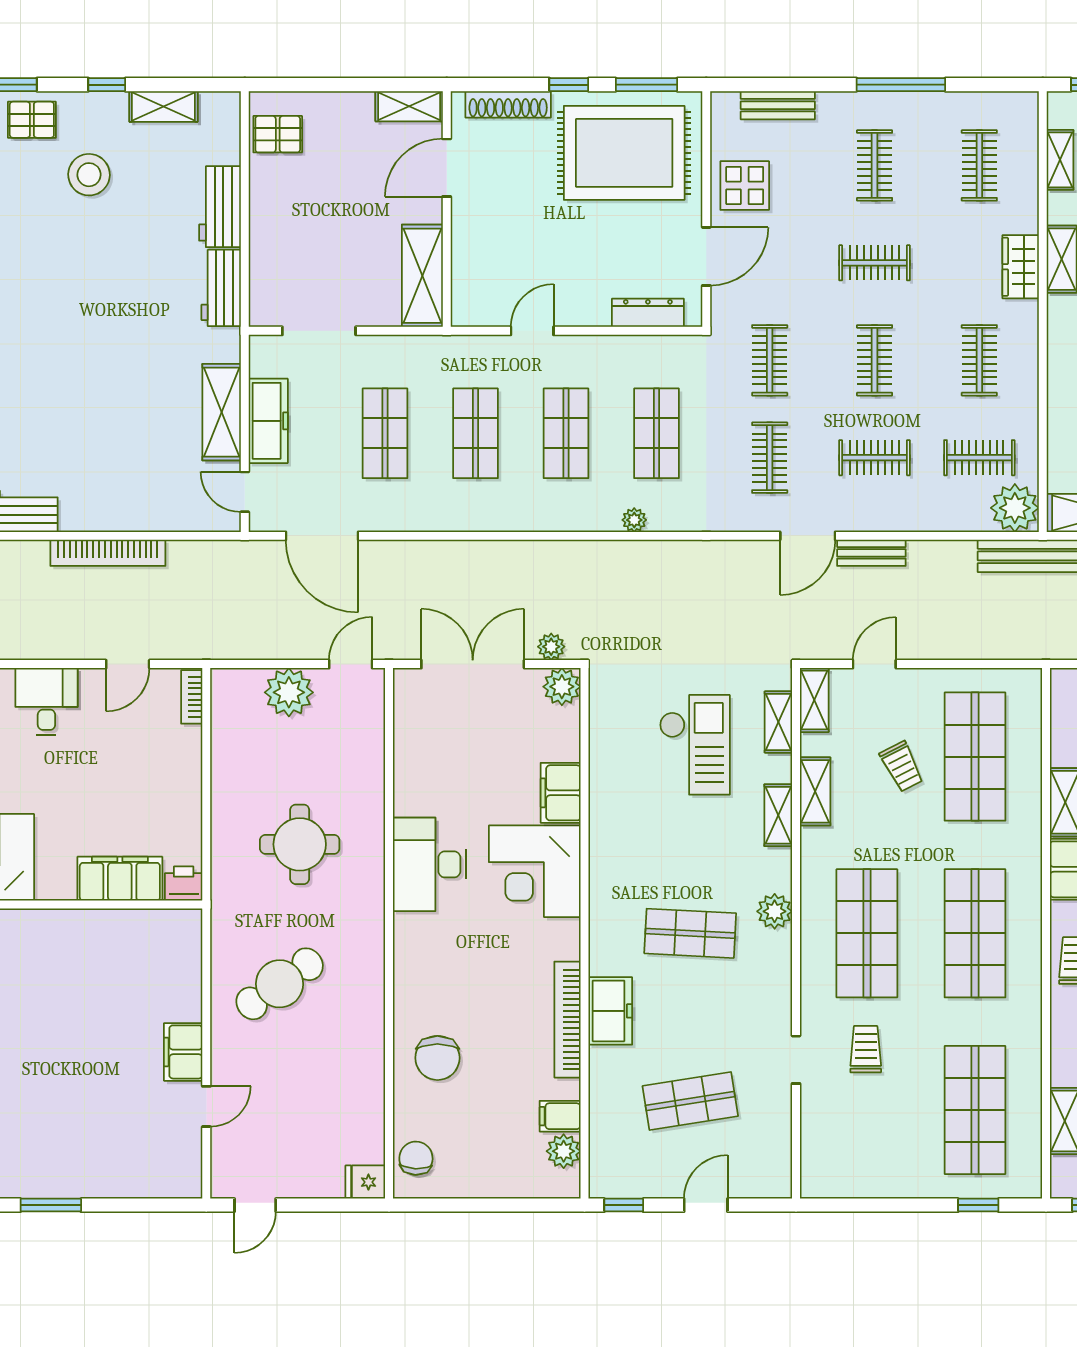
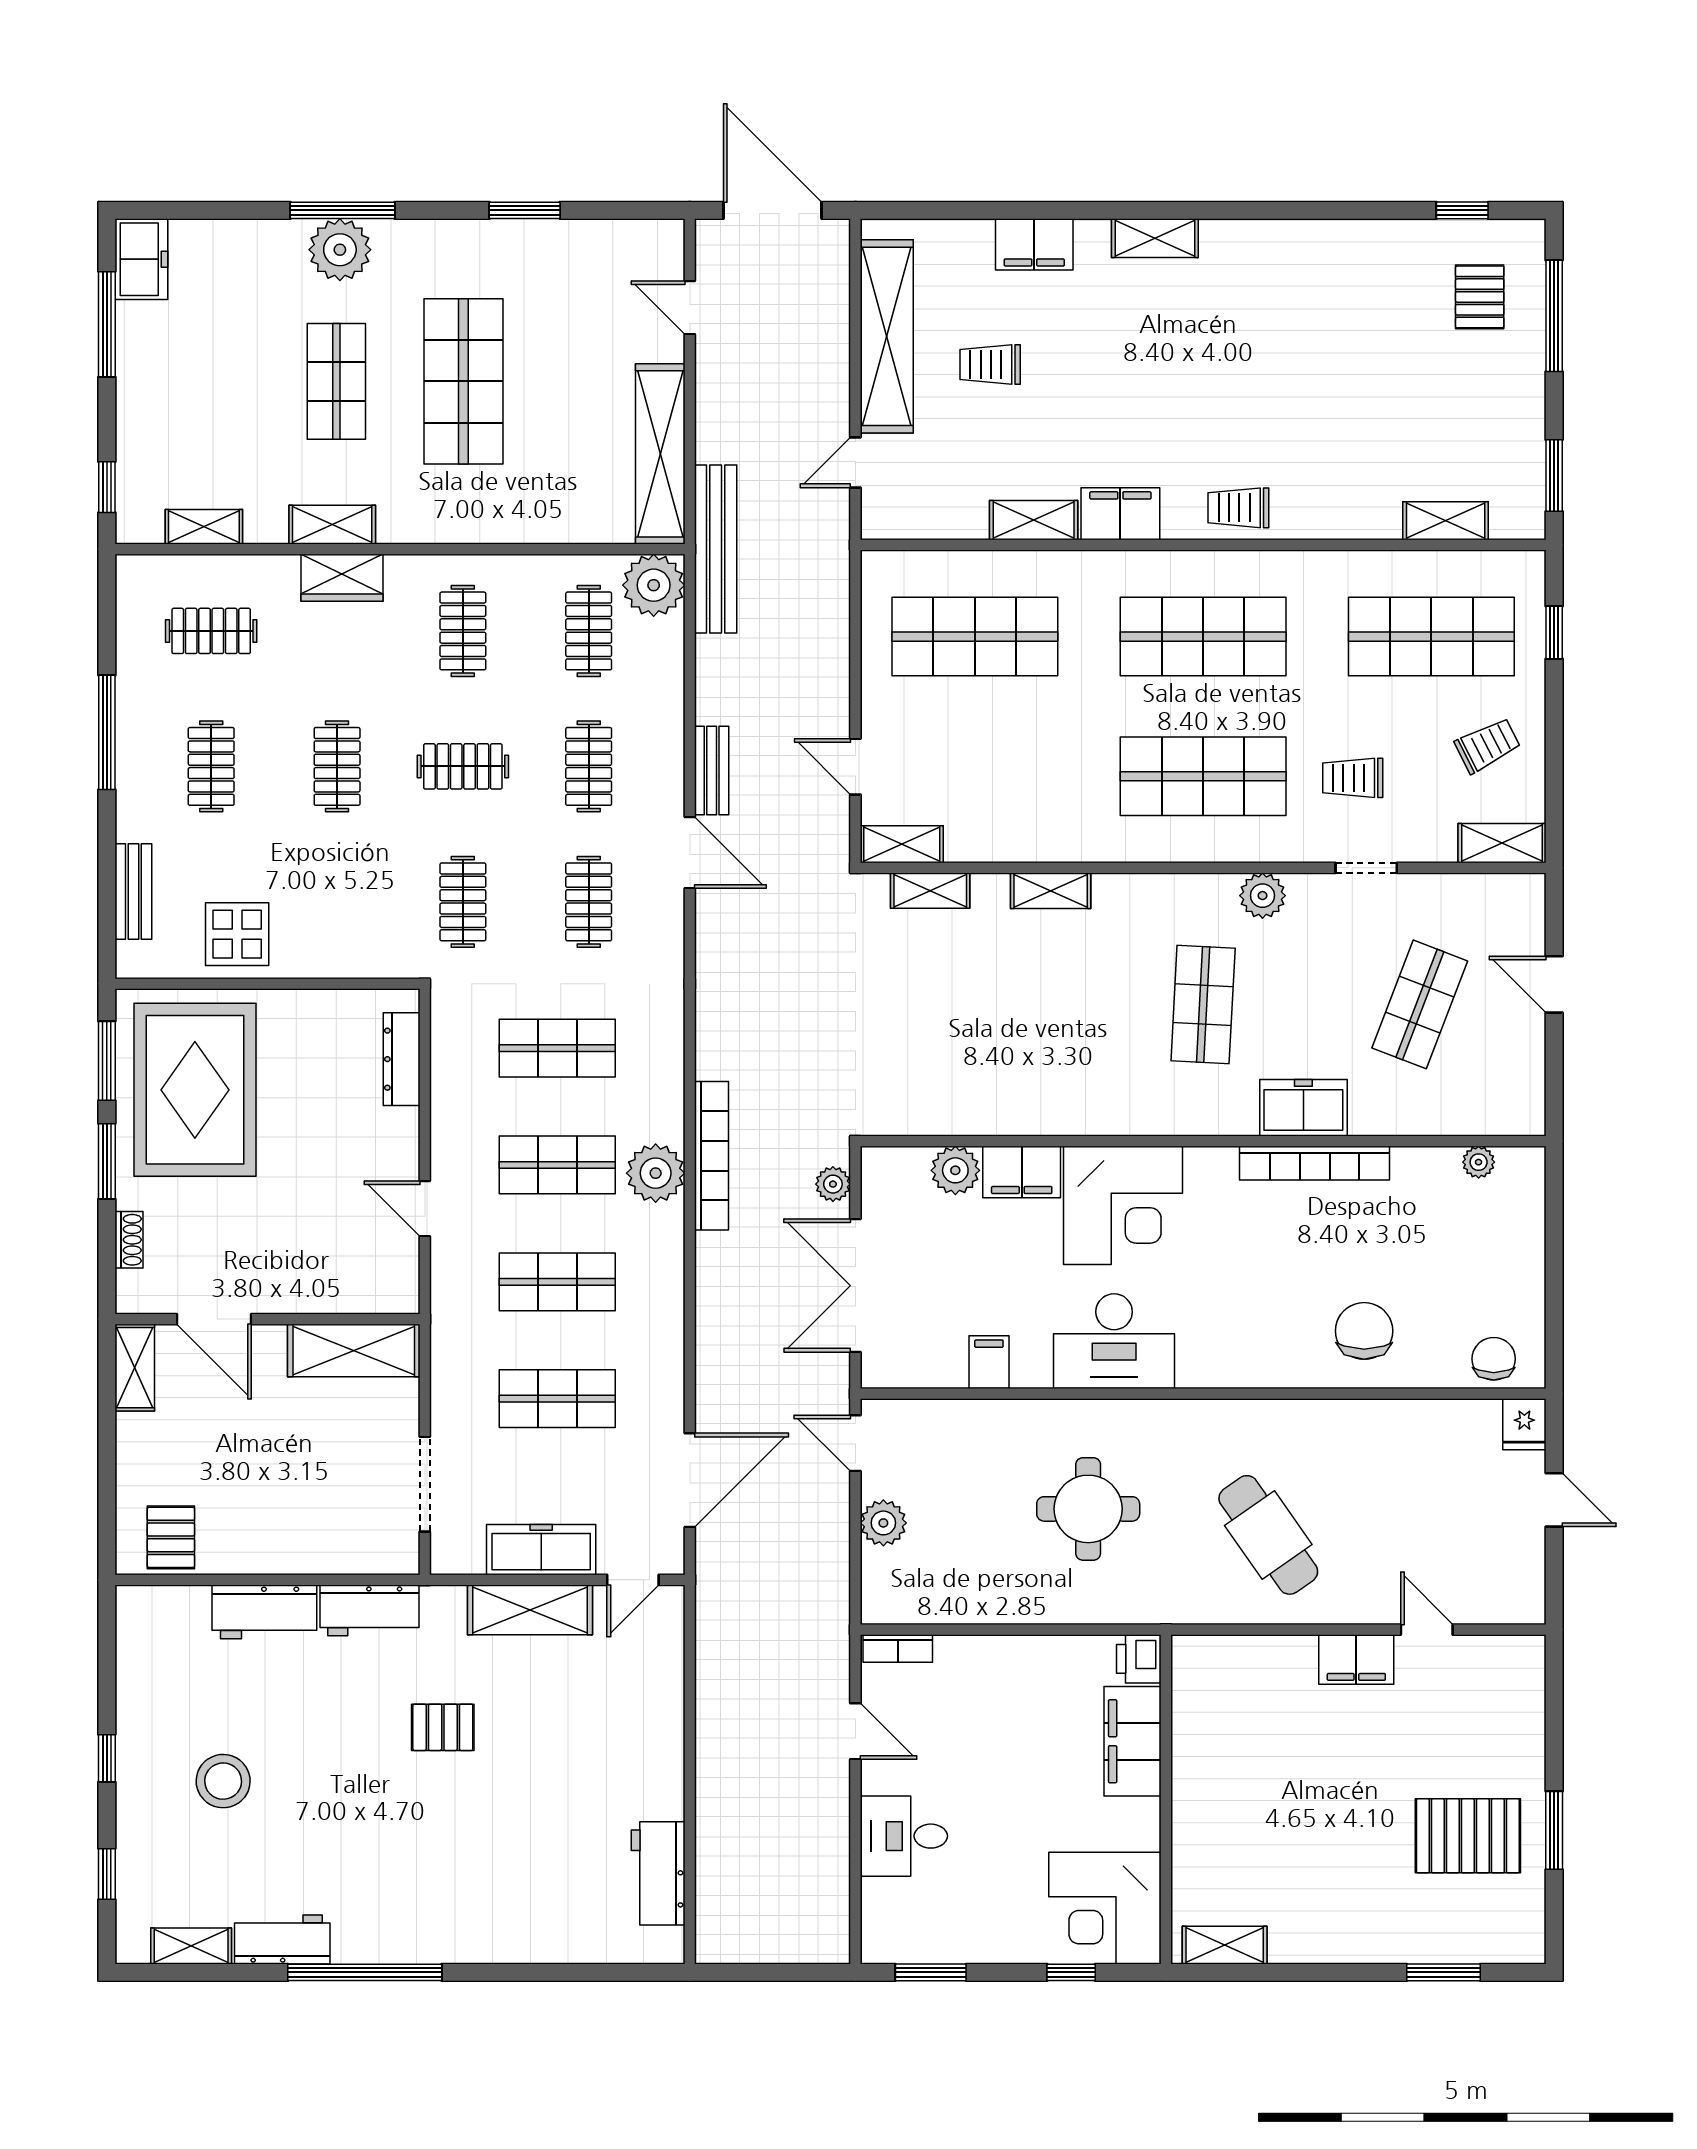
window: (569, 85) -> (107, 1161), width x1.50
shoe rack: (508, 104) -> (129, 1240), width x0.51, depth x0.81
shelving: (163, 106) -> (135, 1685), removed
pallet: (32, 120) -> (443, 1727), moved, turned 90
clothes rail: (875, 165) -> (211, 766), turned 90
door: (706, 256) -> (329, 984), removed
clothes rail: (770, 360) -> (463, 902), turned 90
clothes rail: (979, 360) -> (463, 631), turned 90
clothes rail: (770, 458) -> (589, 902), turned 90
plant: (634, 520) -> (656, 1173), moved, width x1.88, depth x1.88
bookcase: (108, 553) -> (712, 1156), moved
plant: (562, 687) -> (955, 1170), moved
plant: (289, 692) -> (883, 1523), width x0.73, depth x0.73
checkout: (695, 745) -> (960, 999), removed
trolley: (902, 767) -> (1487, 745), moved
shelving: (815, 791) -> (1502, 843), moved
plant: (775, 911) -> (1262, 896), moved
chair: (437, 1058) -> (1364, 1331), turned -90
shop shelf: (690, 1101) -> (1420, 1004), turned 30
filing cabinet: (560, 1116) -> (989, 1362), moved, turned 180
pallet: (47, 1138) -> (1468, 1836), added
plant: (564, 1151) -> (1479, 1162), width x0.73, depth x0.73
chair: (416, 1158) -> (1494, 1359), turned 88
door: (255, 1205) -> (1554, 1500), moved
window: (624, 1205) -> (1554, 1090), removed

